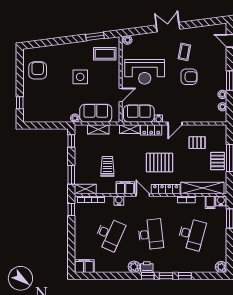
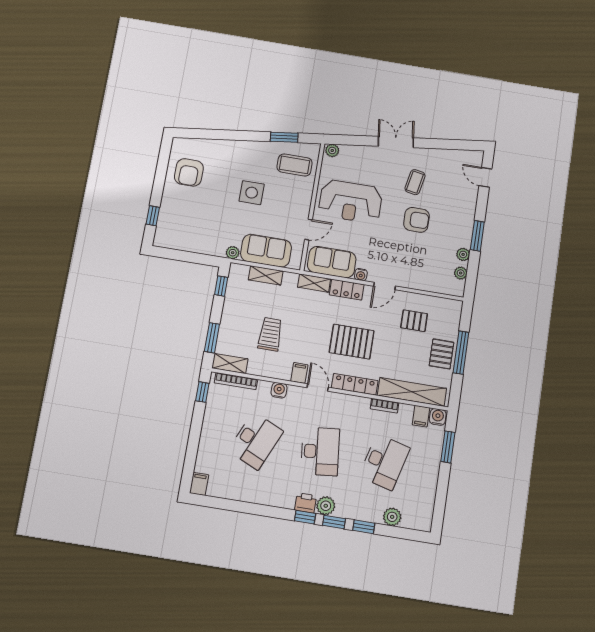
armchair: (38, 70) -> (189, 172), turned 180
filing cabinet: (125, 188) -> (299, 373), width x0.50
filing cabinet: (84, 266) -> (199, 484), width x0.50
plant: (134, 267) -> (326, 506), moved
plant: (221, 267) -> (392, 517), moved

